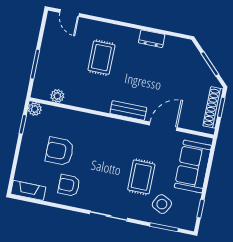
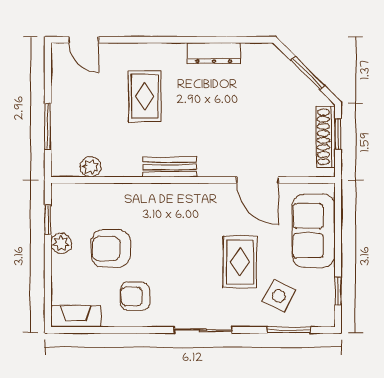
dresser: (152, 39) -> (214, 53), width x1.44
plant: (35, 109) -> (61, 243), moved
bench: (128, 110) -> (170, 167), moved
door: (163, 126) -> (257, 180), swing flipped

